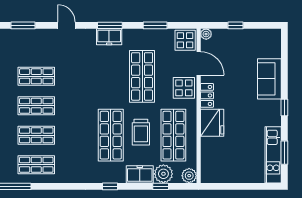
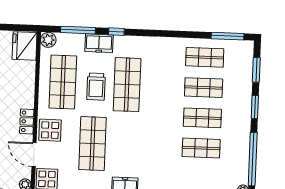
fridge: (212, 123) -> (25, 46), moved
trolley: (141, 132) -> (96, 87), turned 180
plant: (163, 174) -> (75, 43), removed
window: (110, 186) -> (116, 32), moved
window: (161, 186) -> (78, 30), width x2.17

